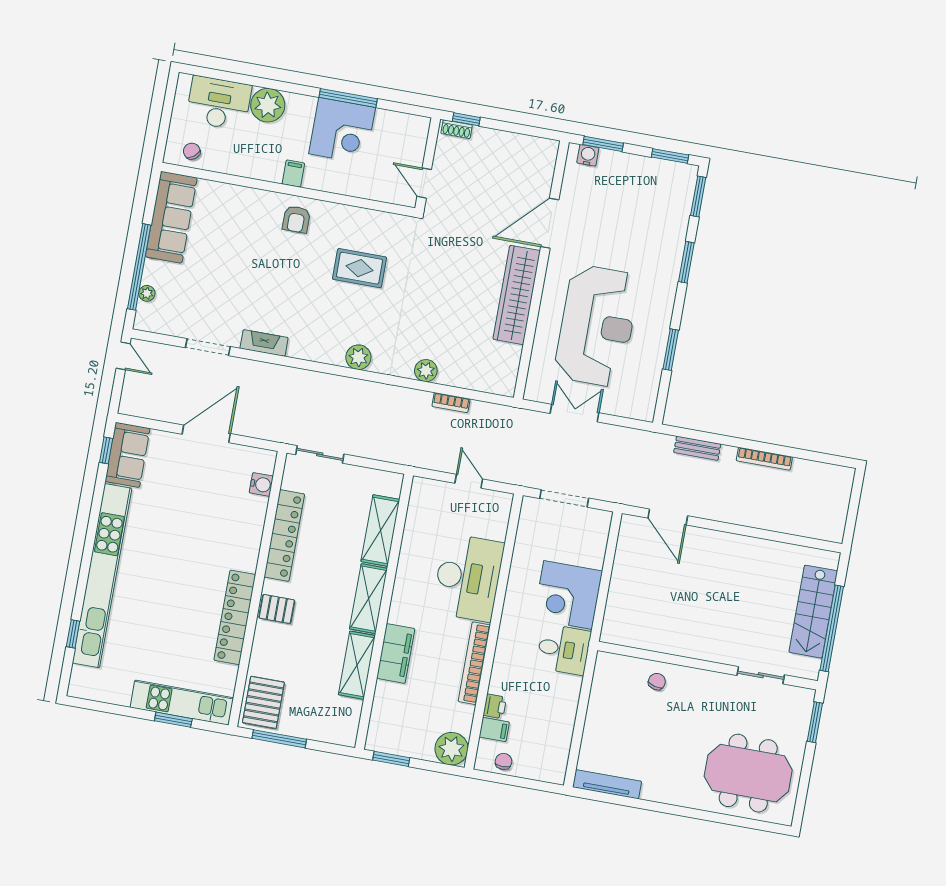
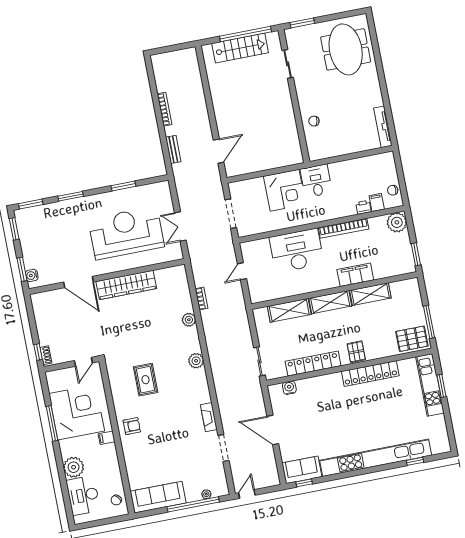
corner desk: (342, 131) -> (77, 412), width x1.36, depth x1.36

